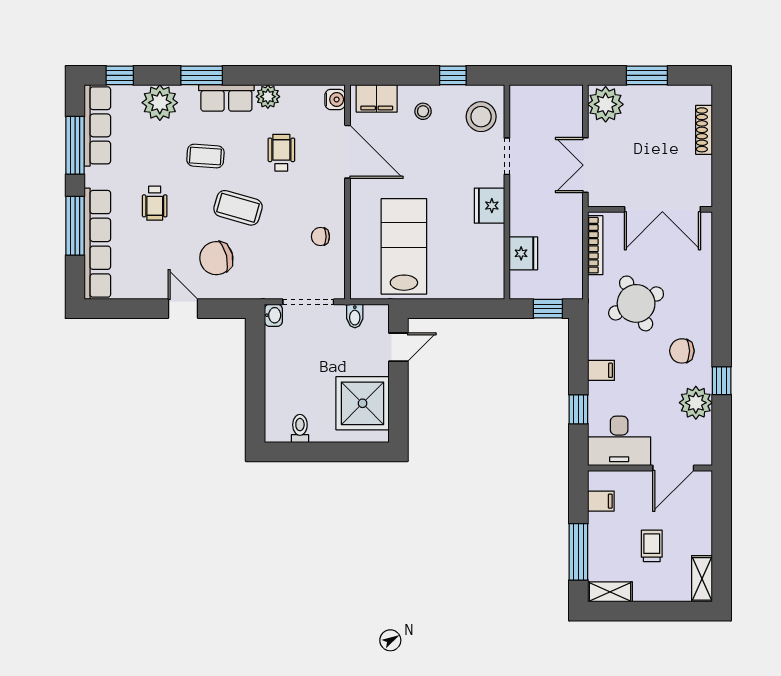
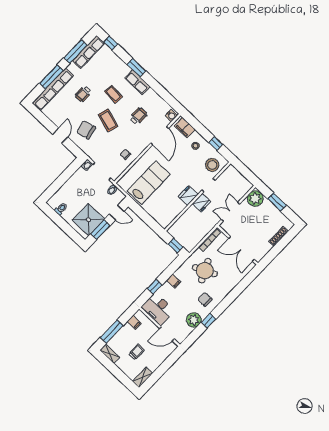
plant: (268, 97) -> (151, 94), removed
plant: (160, 103) -> (115, 64), removed
fridge: (523, 253) -> (202, 203), moved
window: (398, 401) -> (100, 230), added

